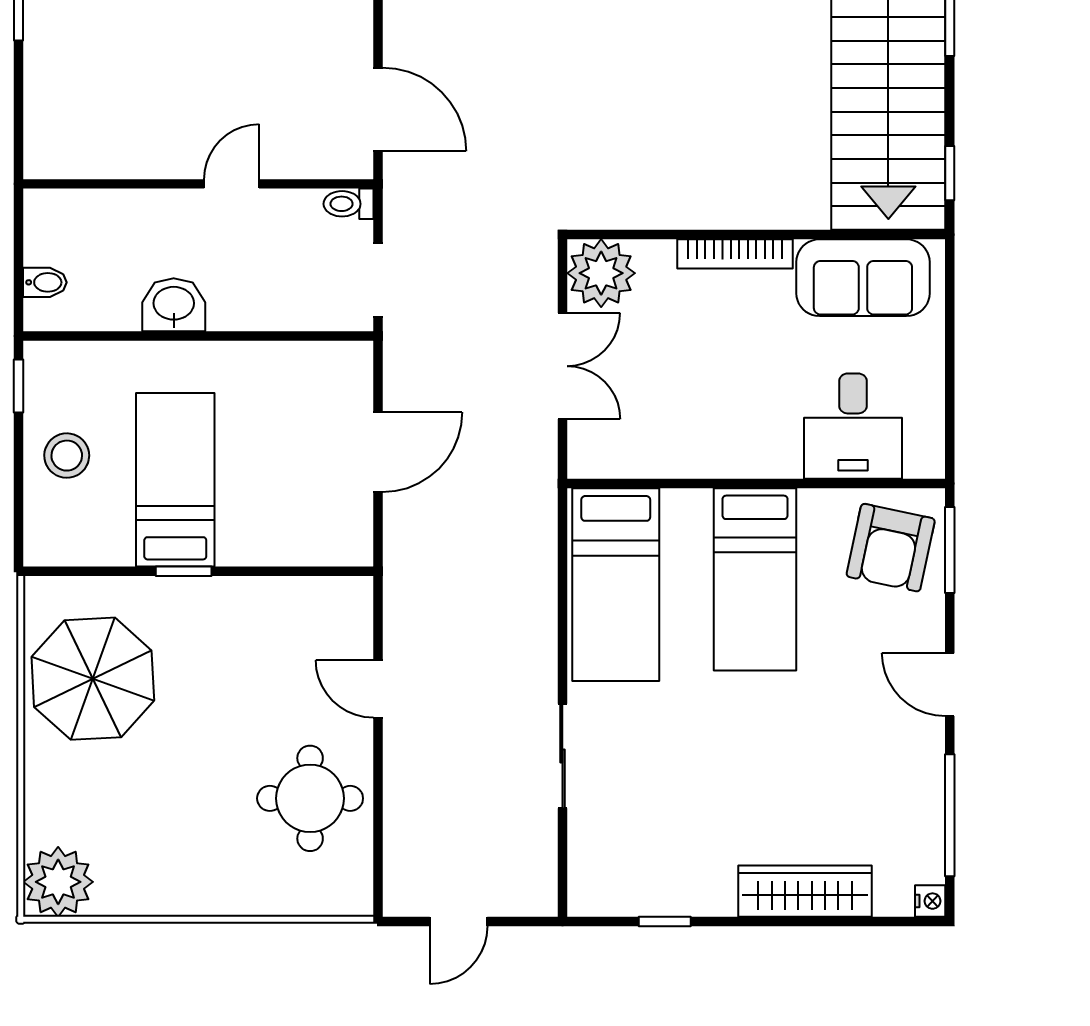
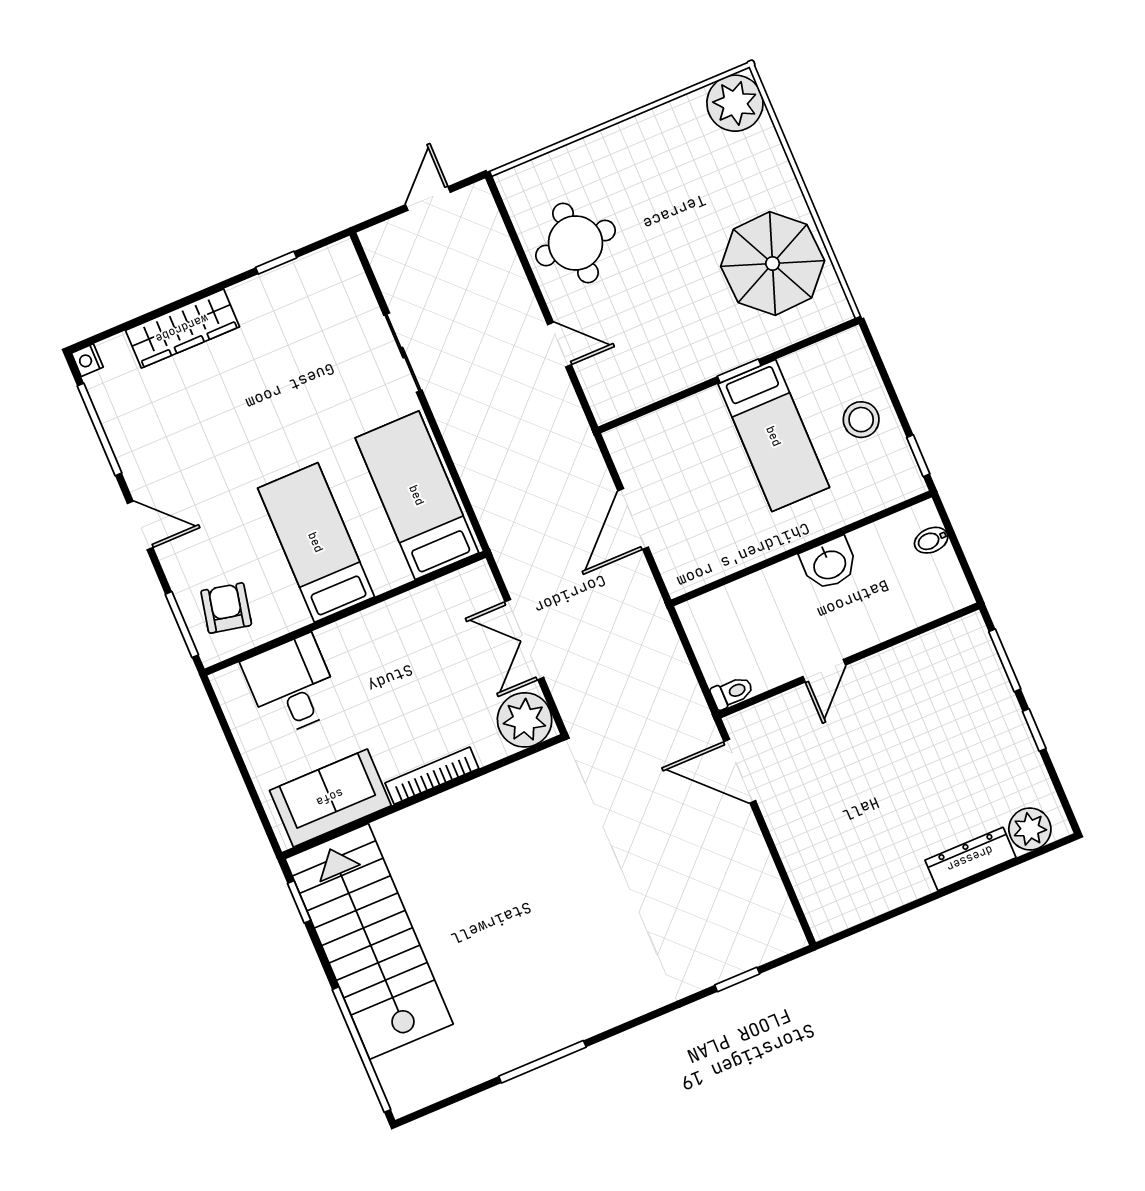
window: (18, 108) -> (1005, 660), added
doorway: (378, 280) -> (687, 646), removed
armchair: (891, 548) -> (226, 608), width x0.72, depth x0.72

